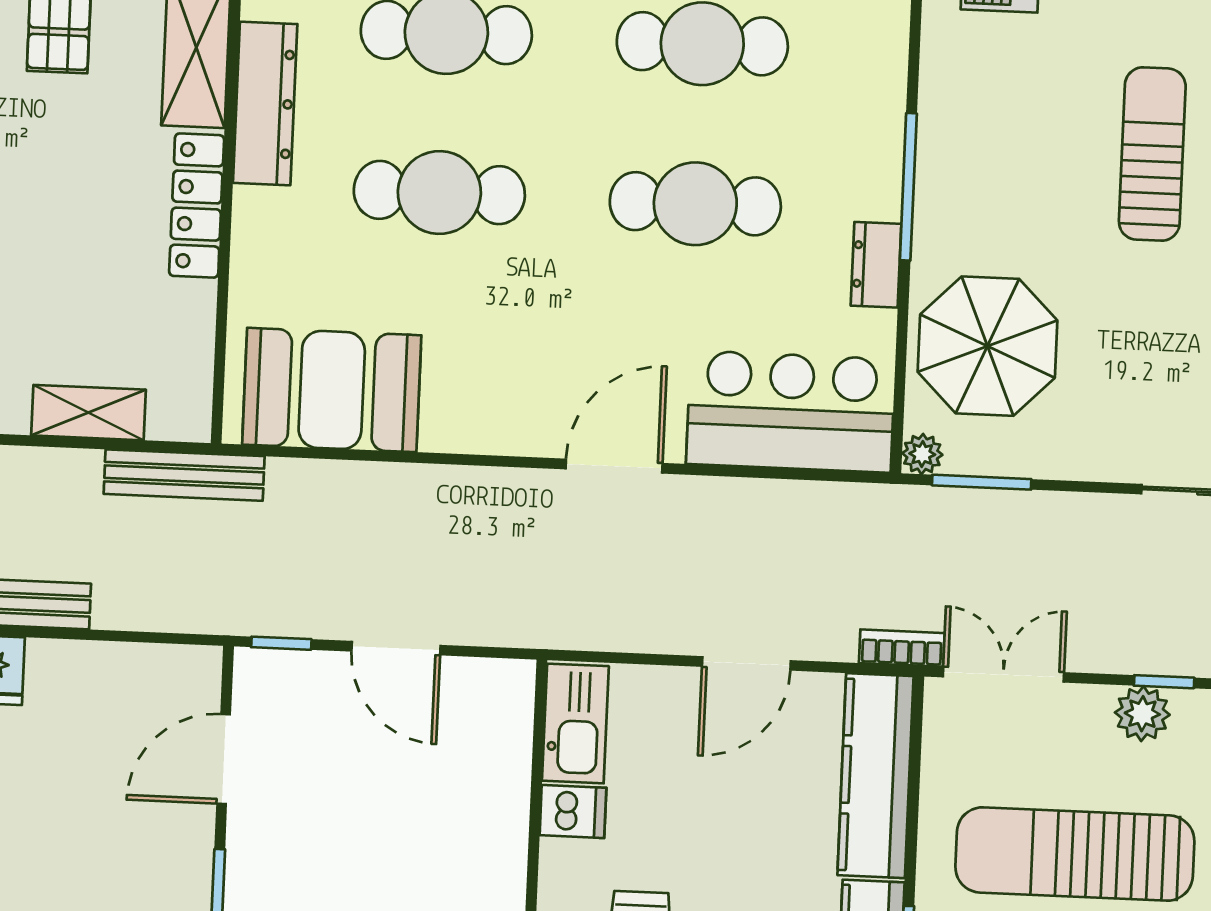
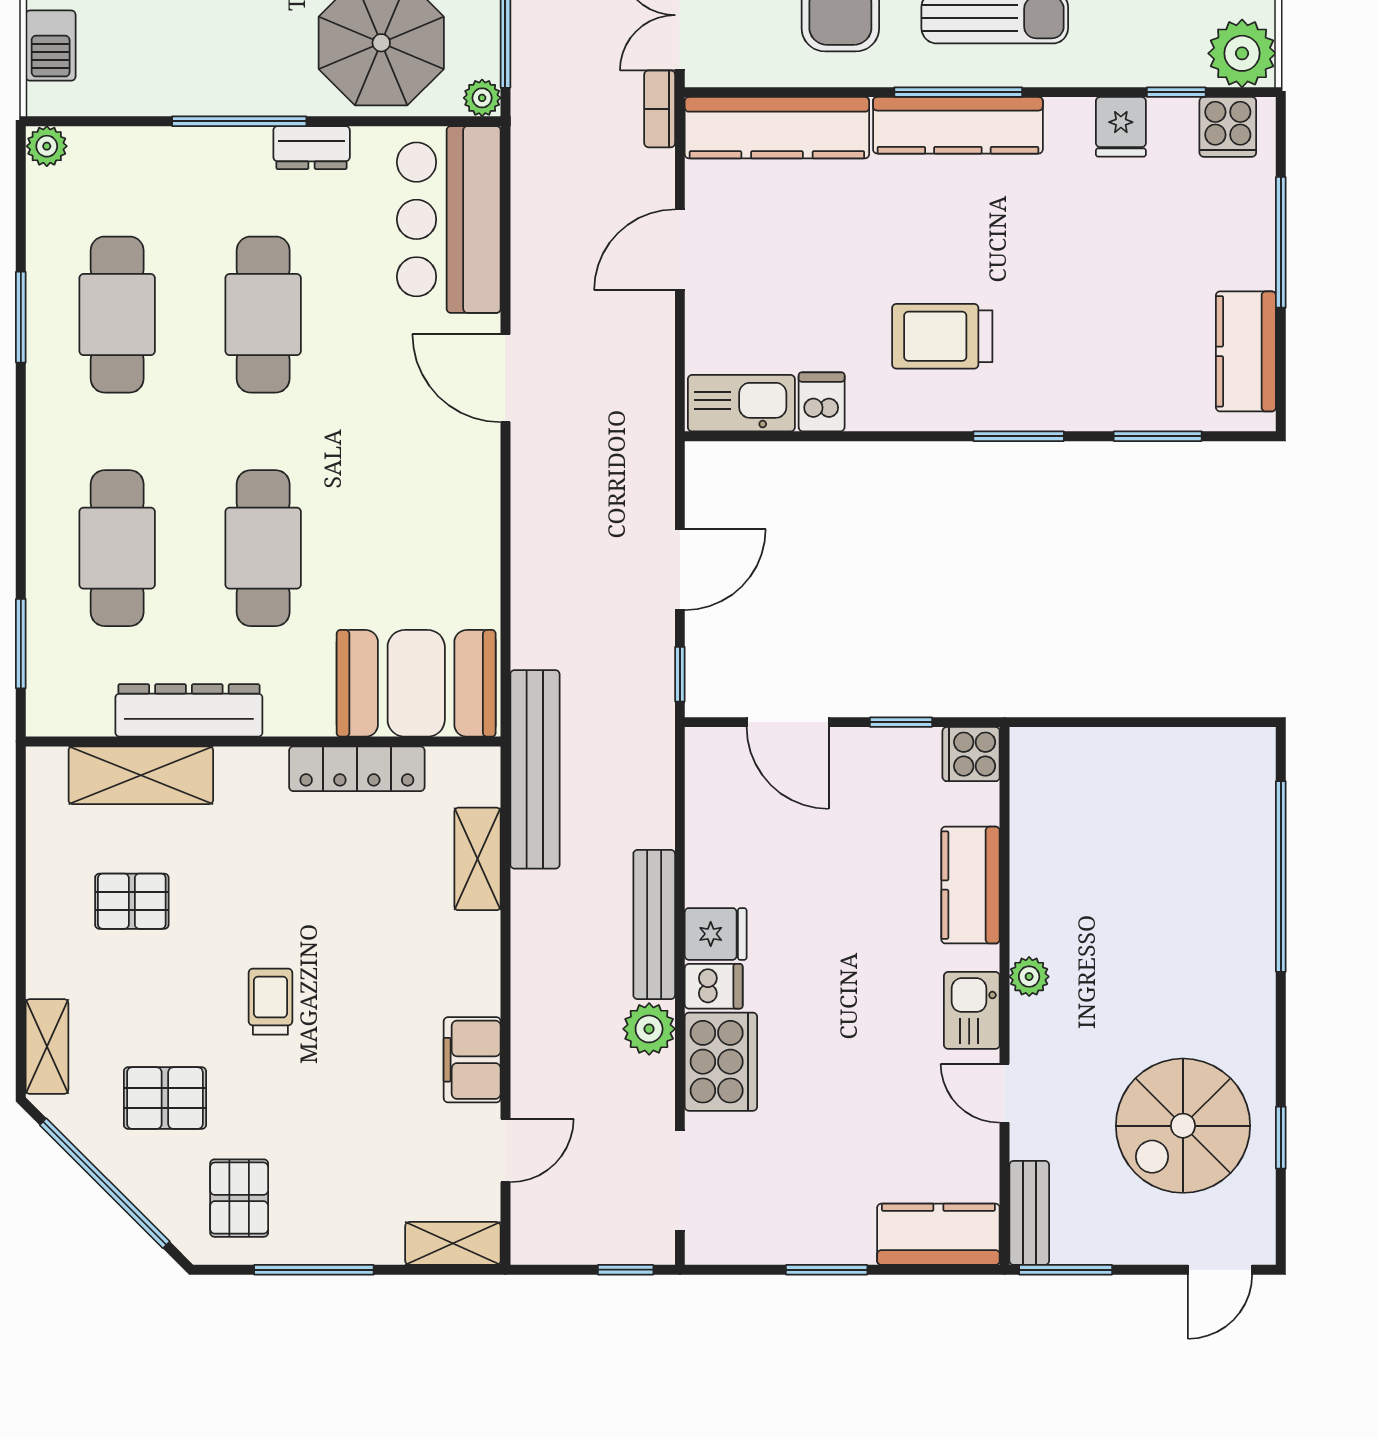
locker: (197, 206) -> (357, 769), moved
booth: (332, 390) -> (416, 683), moved, turned 90
bench: (184, 475) -> (535, 769), width x1.37, depth x1.21
door: (746, 663) -> (680, 250), swing flipped

